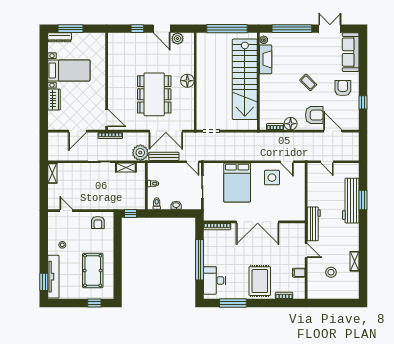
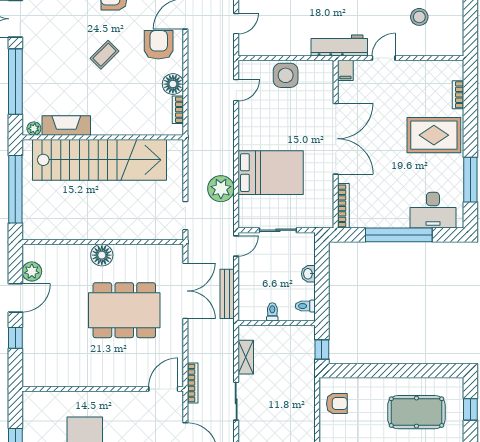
plant: (140, 153) -> (221, 189), moved
side table: (272, 178) -> (286, 75), moved
filing cabinet: (299, 273) -> (345, 70), moved

